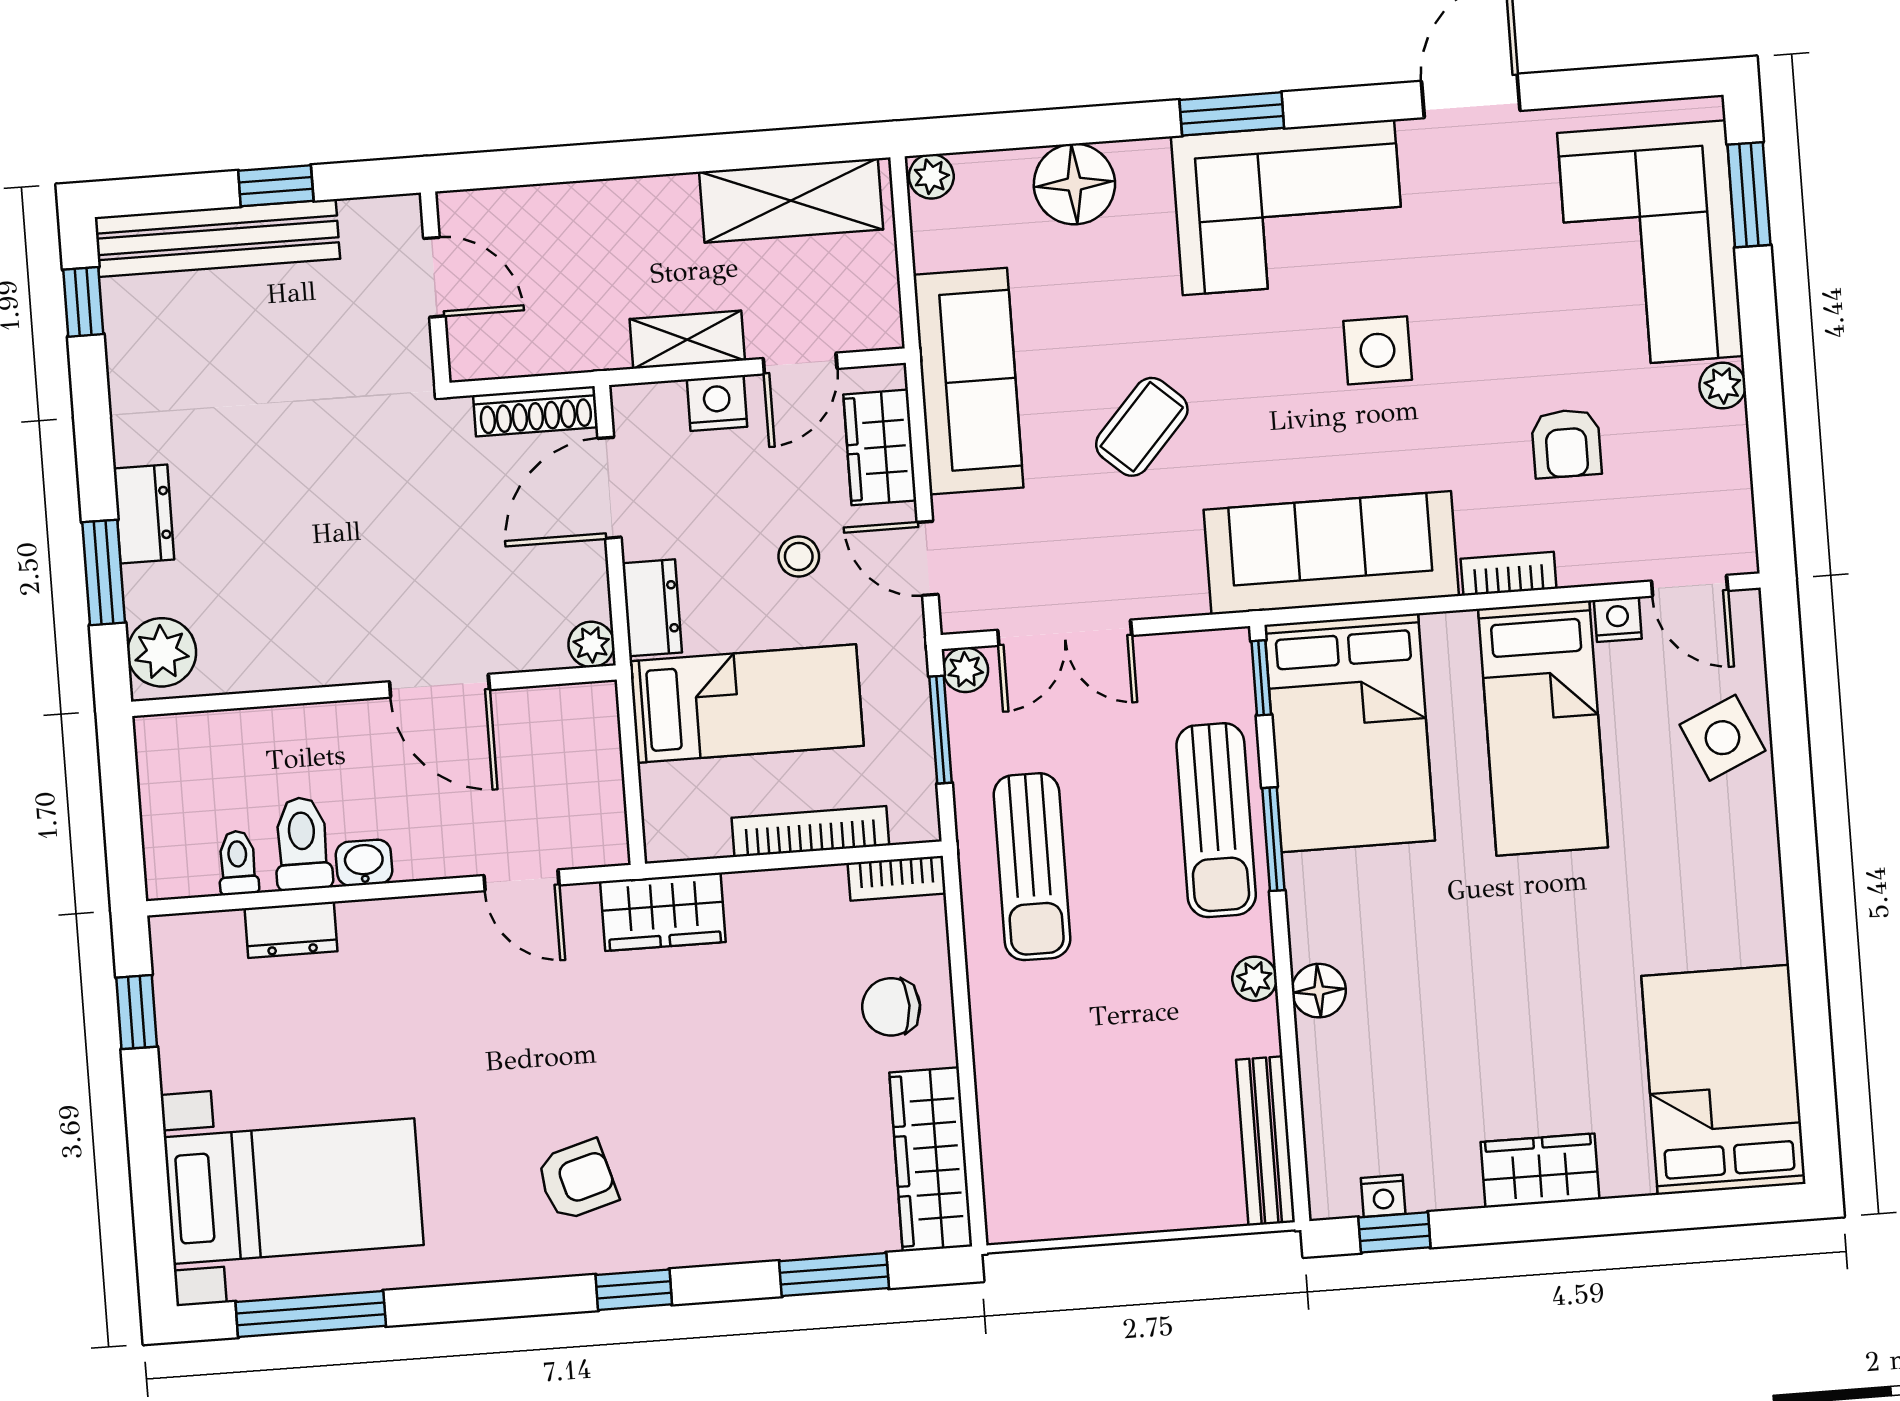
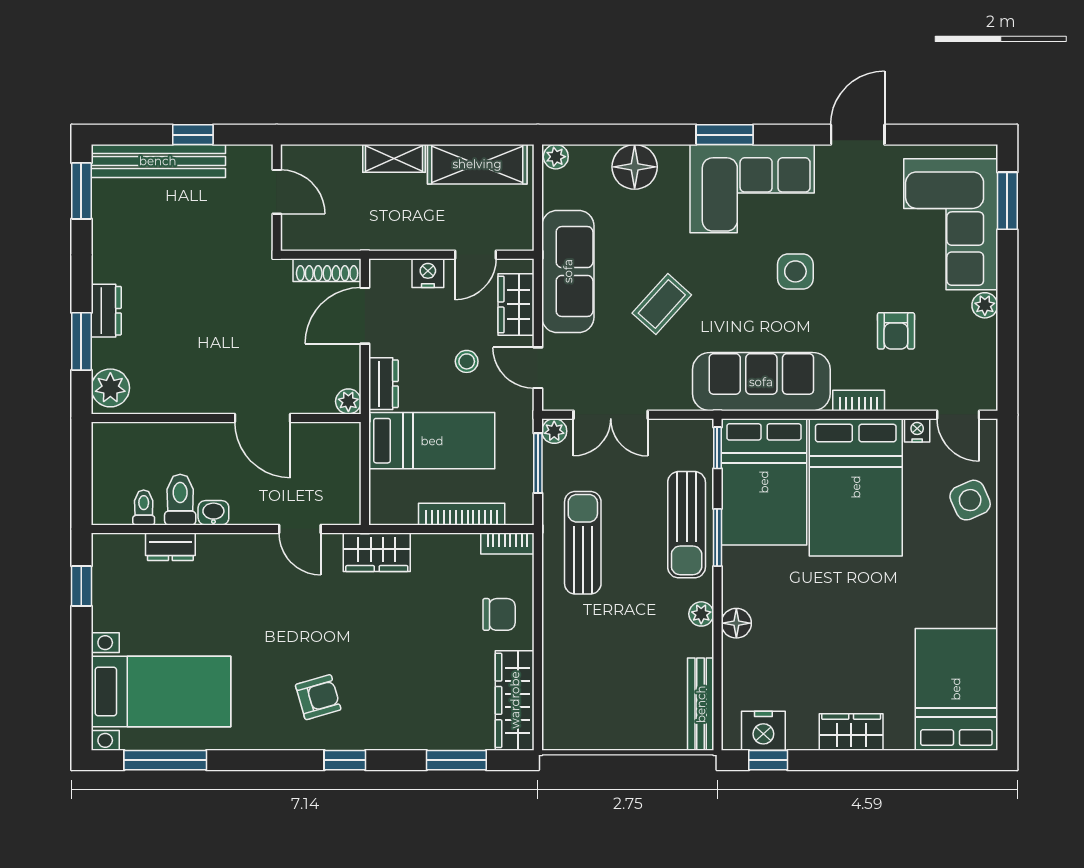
window: (83, 302) -> (81, 191), width x1.50
shelving: (687, 340) -> (394, 158), moved
bed: (1543, 728) -> (856, 487), width x1.50
sun lounger: (1032, 867) -> (583, 543), turned 180
chair: (891, 1007) -> (499, 614), turned 180
nightstand: (1383, 1196) -> (763, 731), width x1.89, depth x1.79

